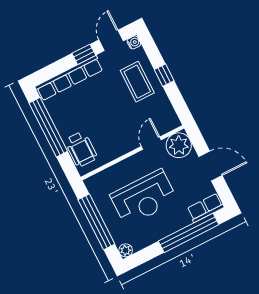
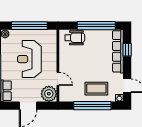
window: (84, 54) -> (127, 50), moved
window: (164, 75) -> (92, 106), width x3.17
wheelchair: (81, 149) -> (75, 38), turned 180

